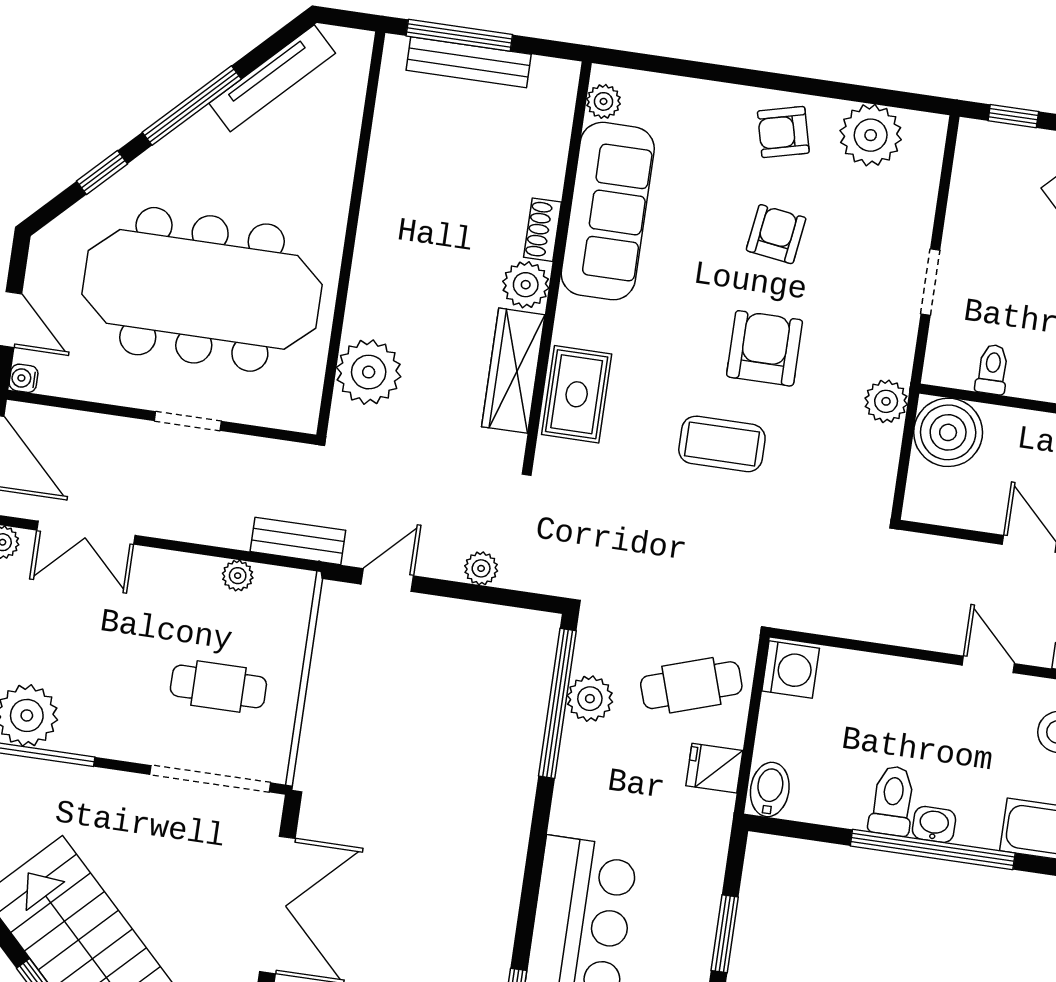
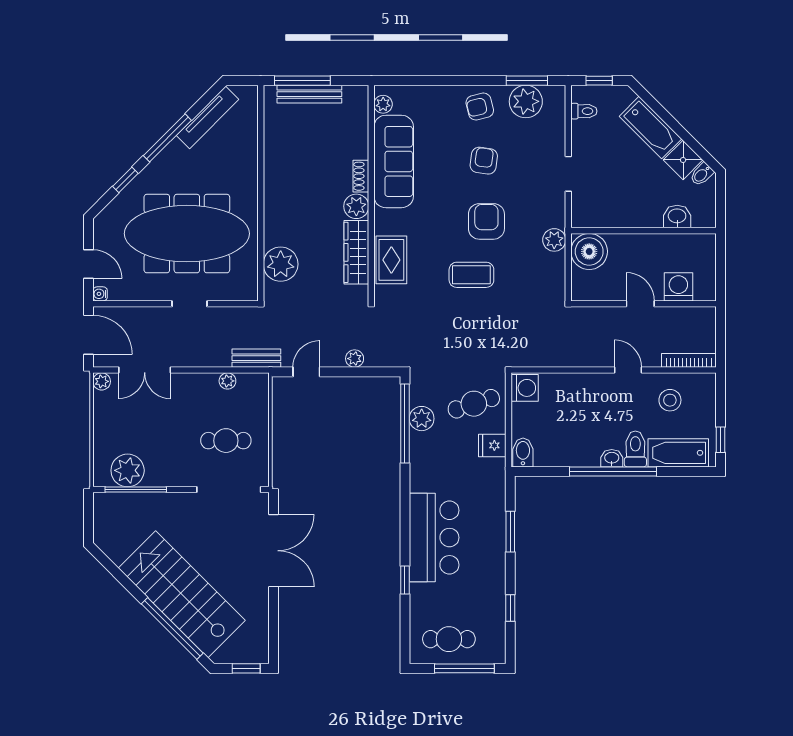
window: (878, 96) -> (527, 81), added
toilet: (992, 369) -> (584, 111), moved, turned 90
toilet: (892, 801) -> (635, 449), moved

